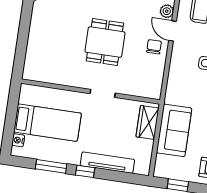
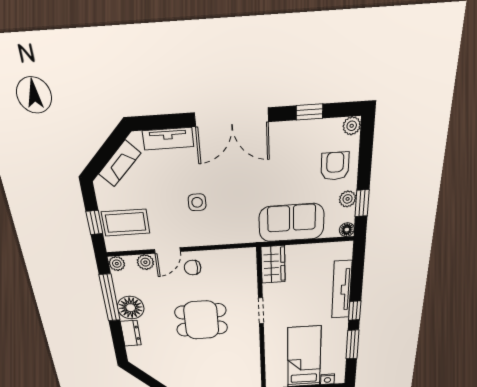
wardrobe: (148, 122) -> (273, 264), moved, turned -90
floor lamp: (159, 172) -> (347, 230), added
plant: (183, 175) -> (348, 199), added

